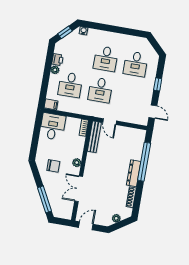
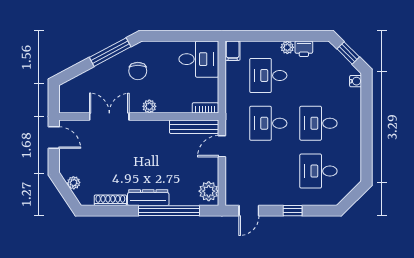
plant: (136, 135) -> (209, 191), added
window: (44, 199) -> (110, 52), moved

